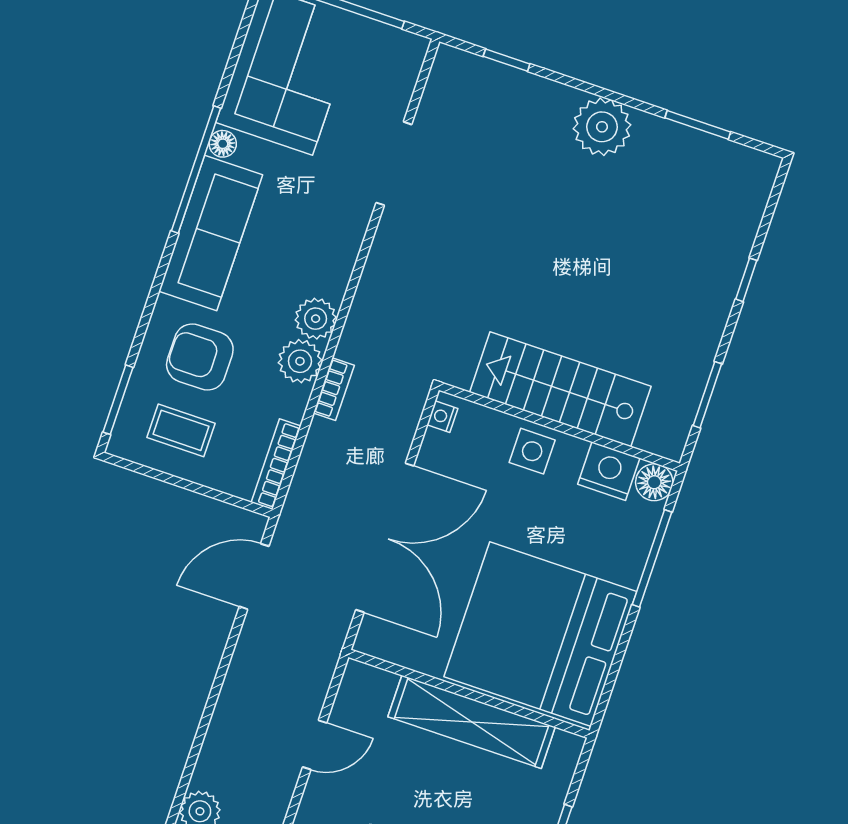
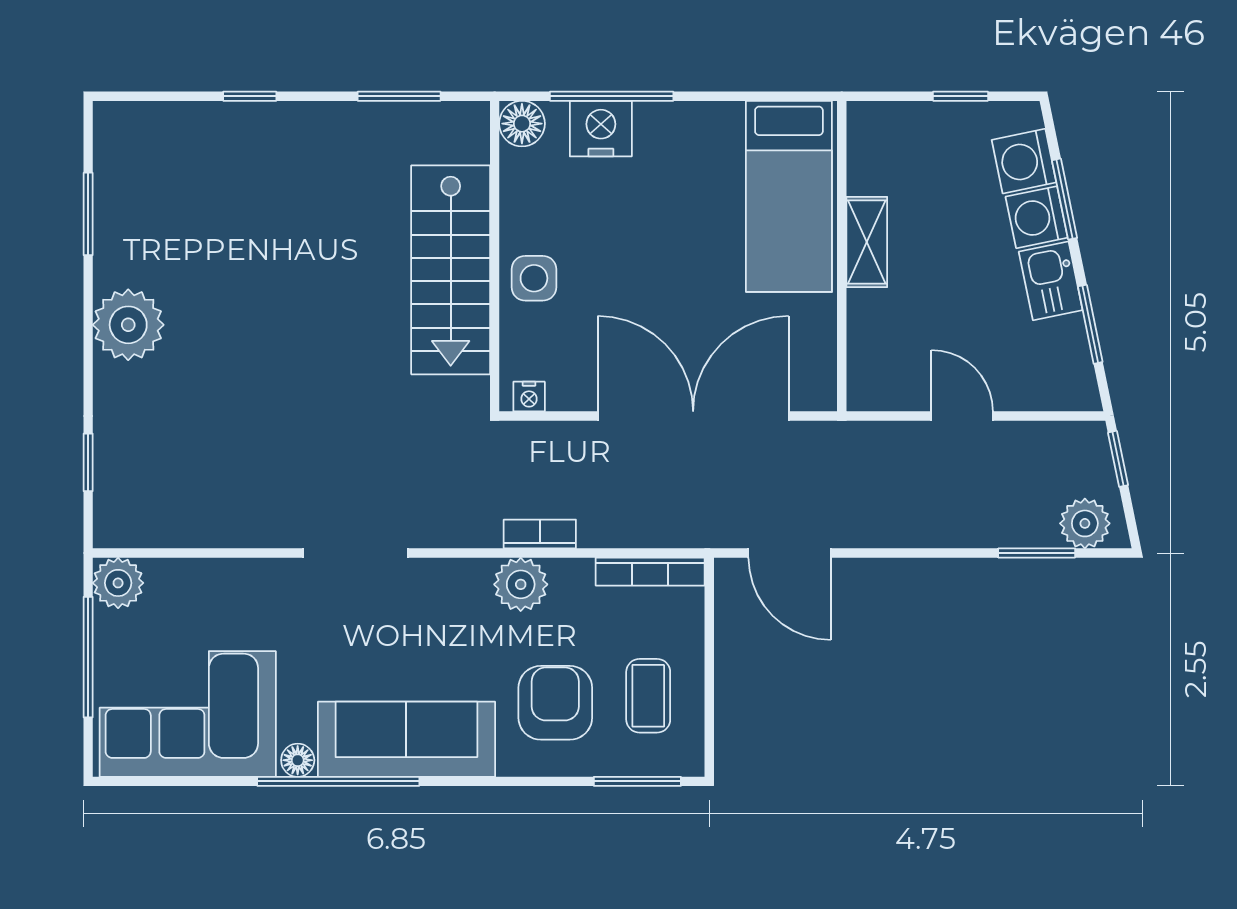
doorway: (394, 164) -> (355, 553), moved
plant: (316, 319) -> (118, 583), moved
armchair: (200, 357) -> (555, 703), turned 180
nightstand: (609, 471) -> (601, 129), moved, turned 90
bed: (540, 634) -> (789, 196), width x0.49
shelving: (472, 722) -> (867, 242), width x0.45, depth x0.75
window: (190, 767) -> (1037, 553), added

